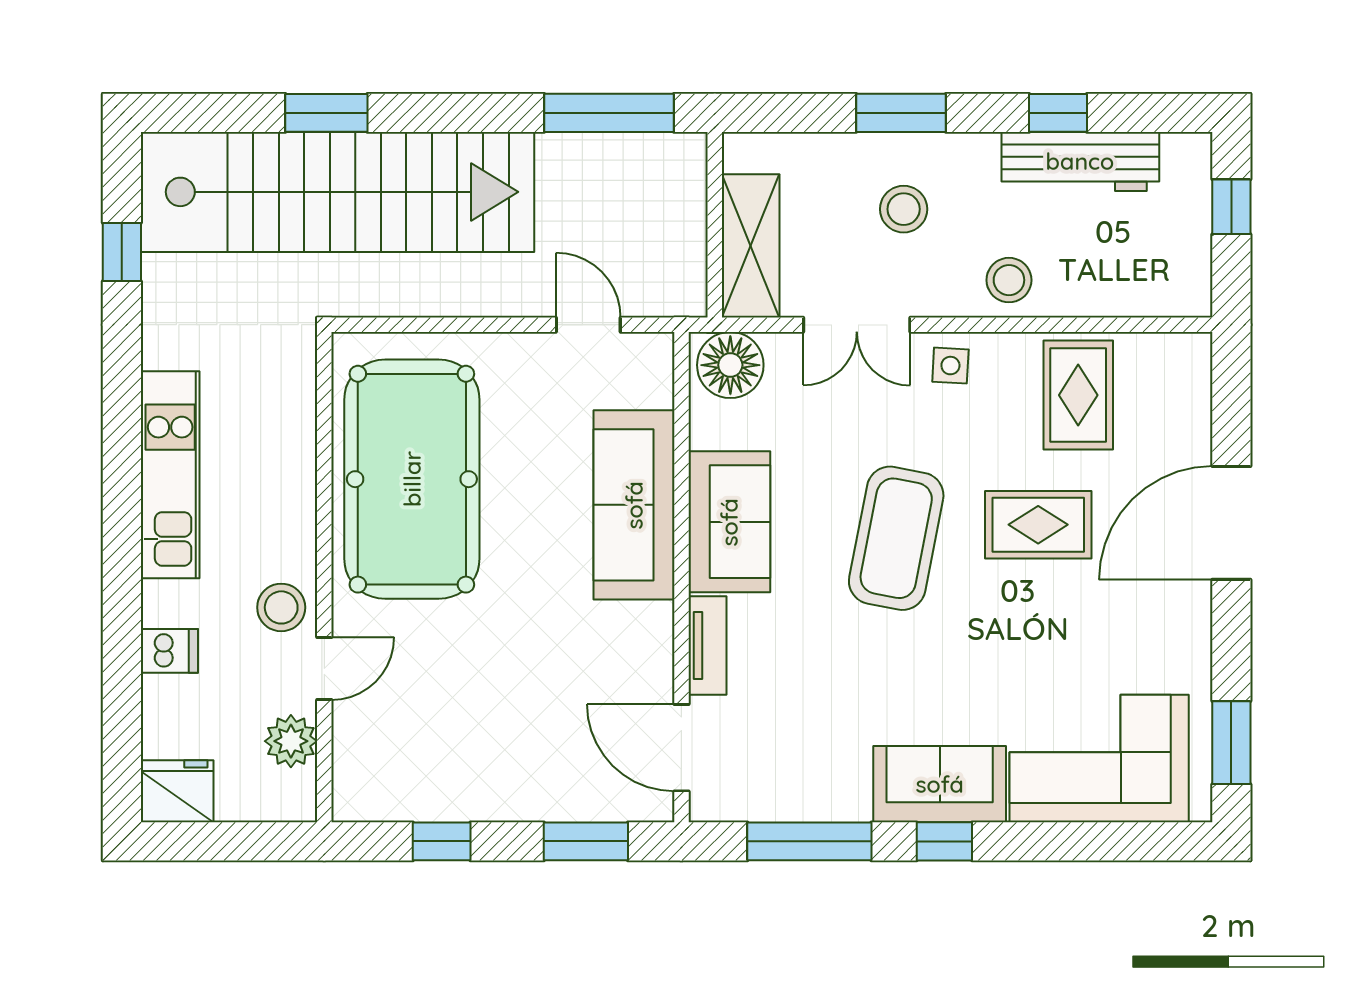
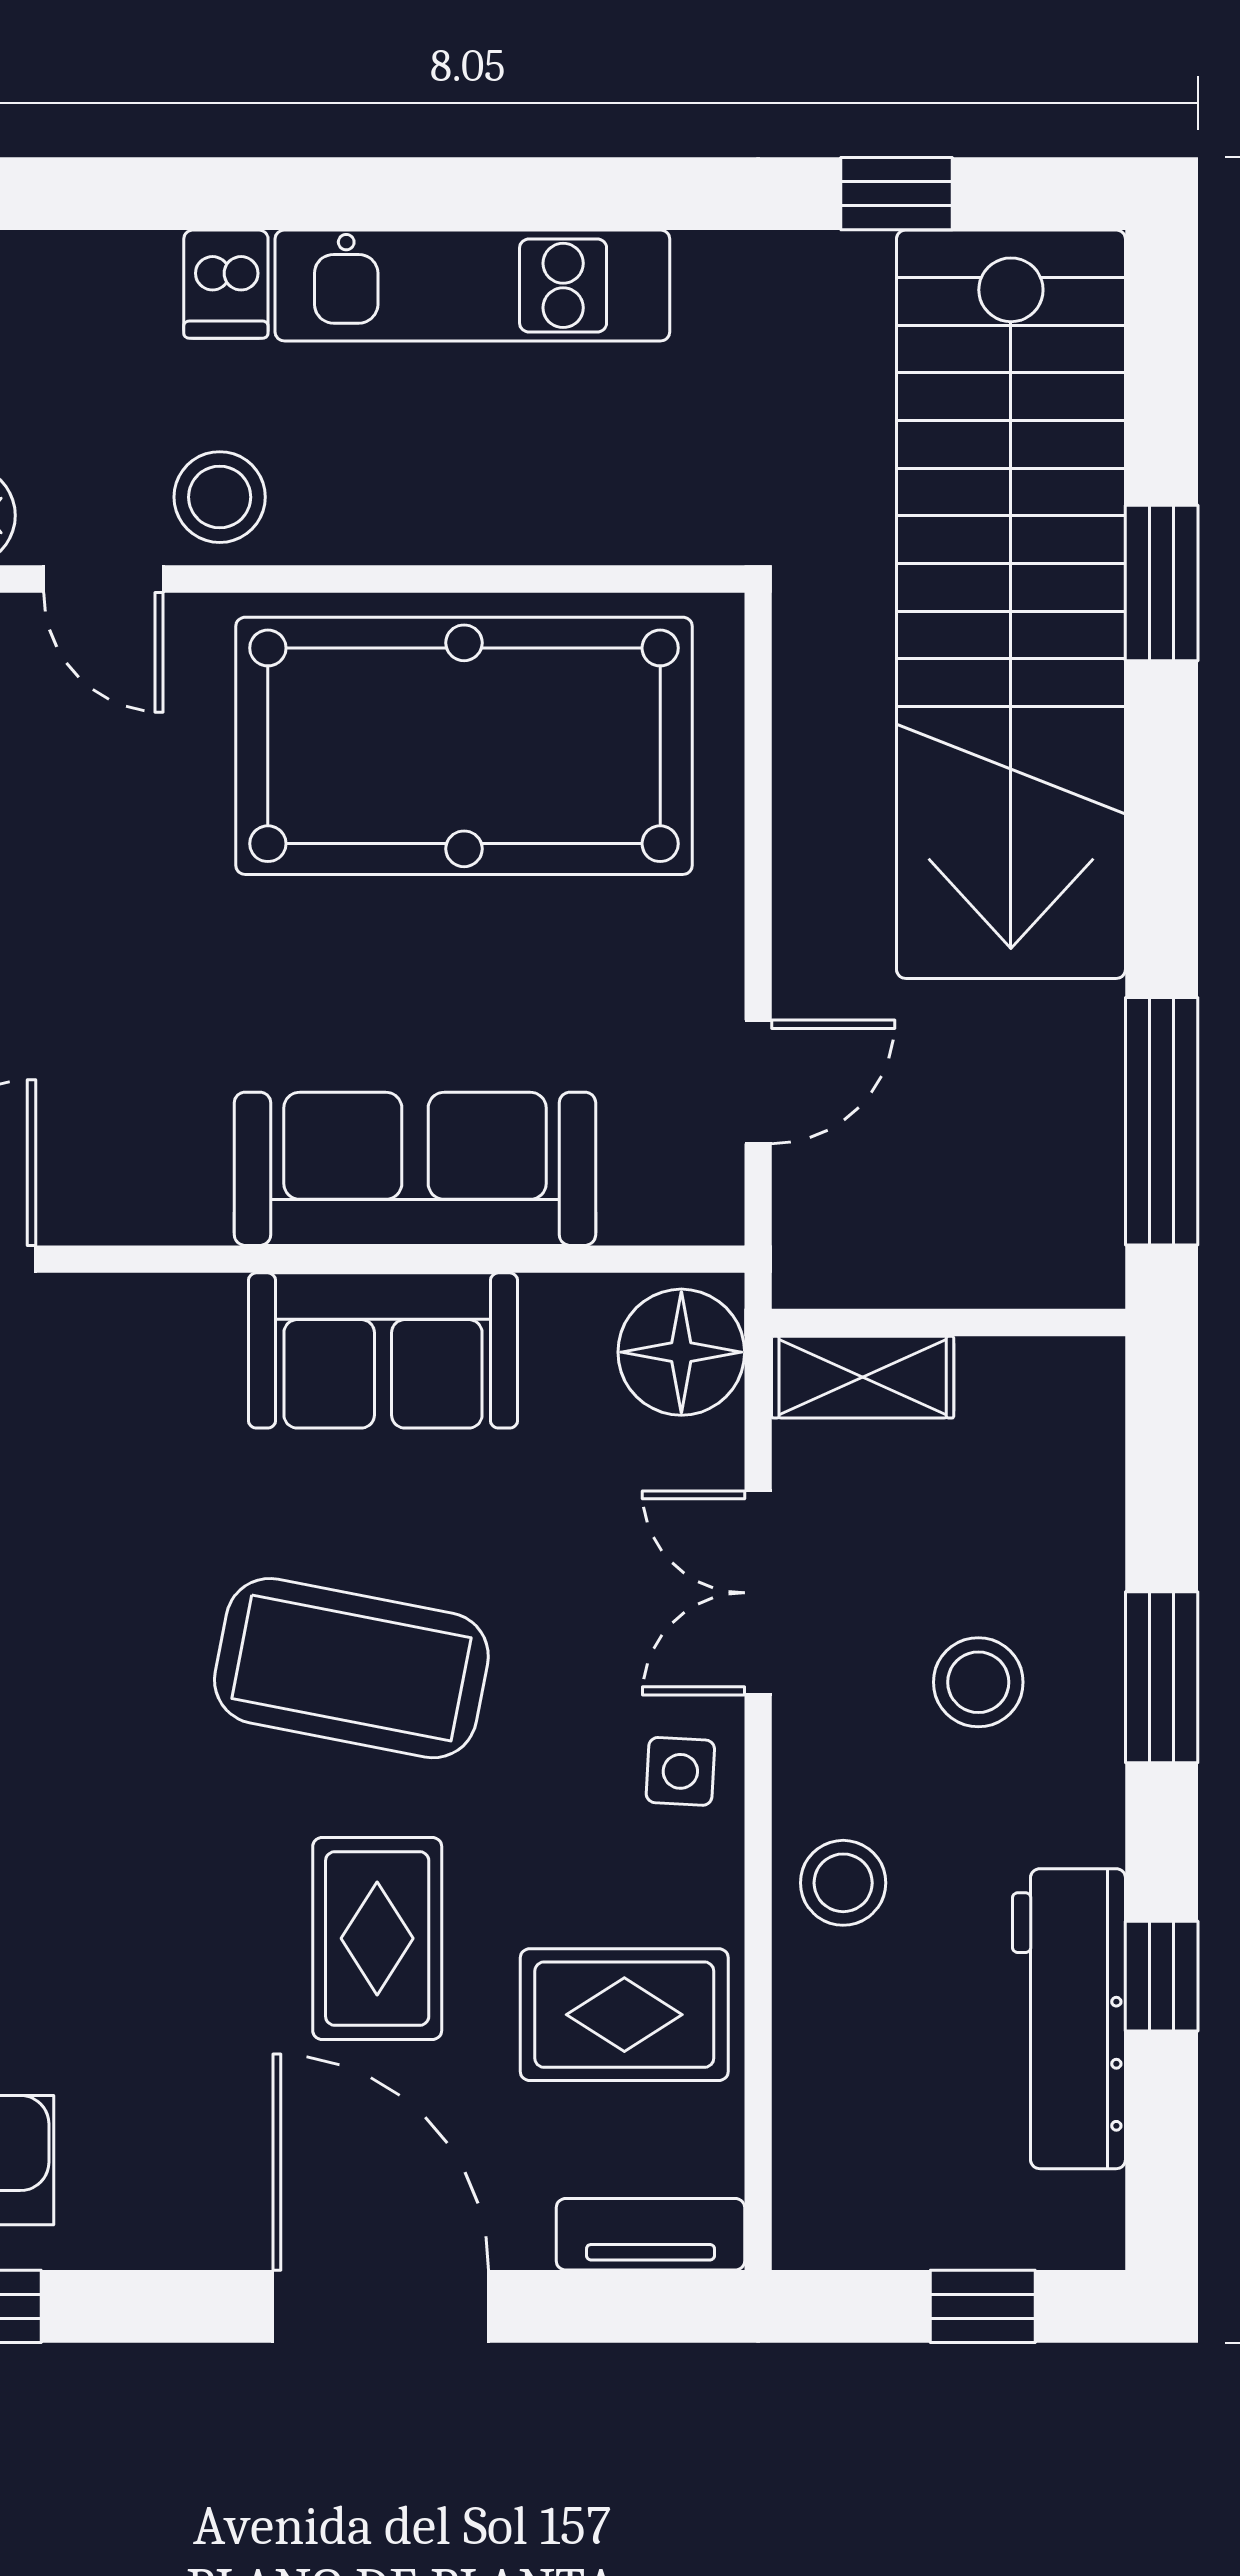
shelving: (751, 246) -> (863, 1377), width x0.67, depth x0.75
tv unit: (707, 646) -> (650, 2234), moved, turned 180
dishwasher: (169, 651) -> (226, 284), moved

